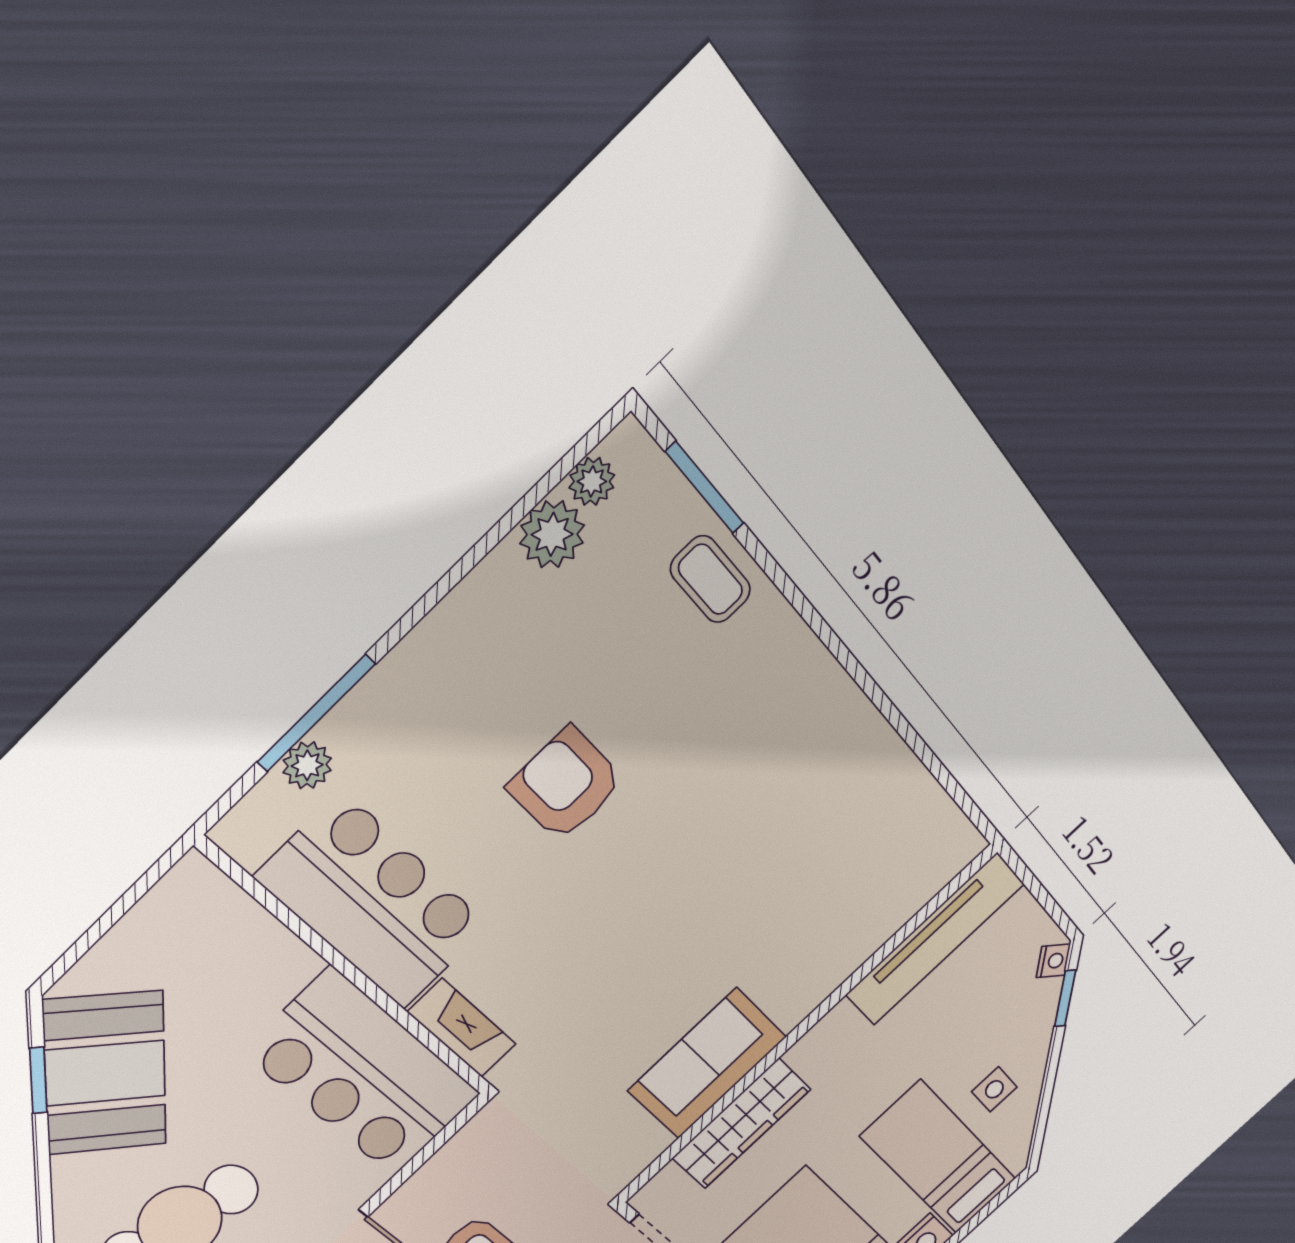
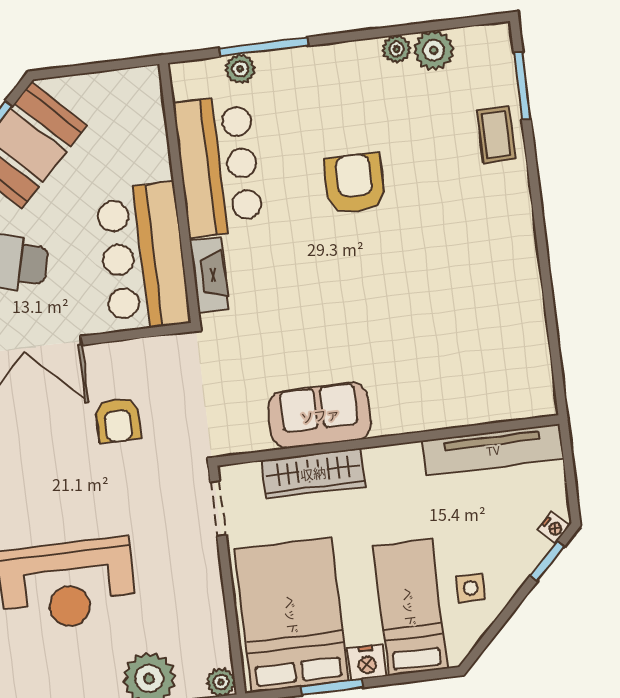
plant: (592, 481) -> (396, 49), moved

